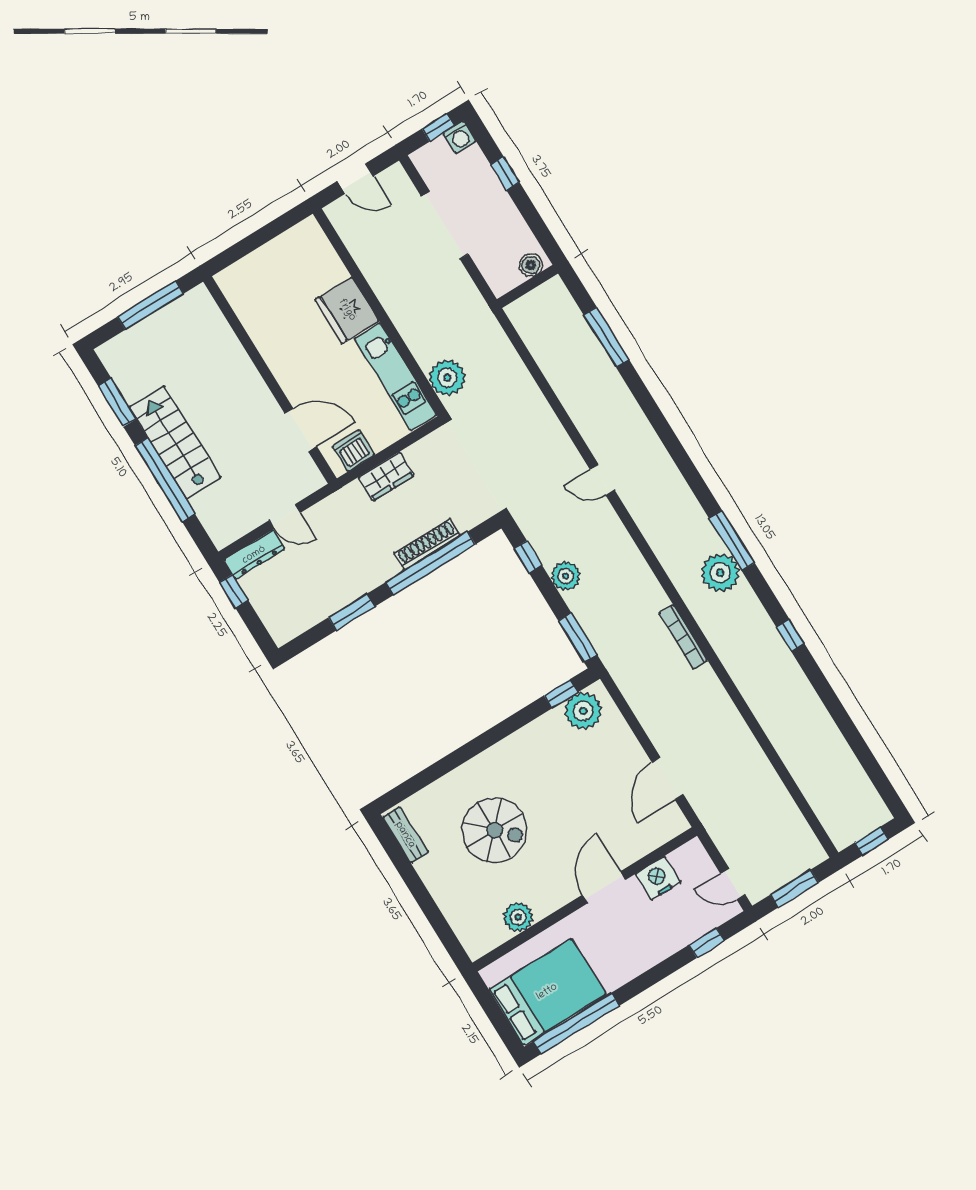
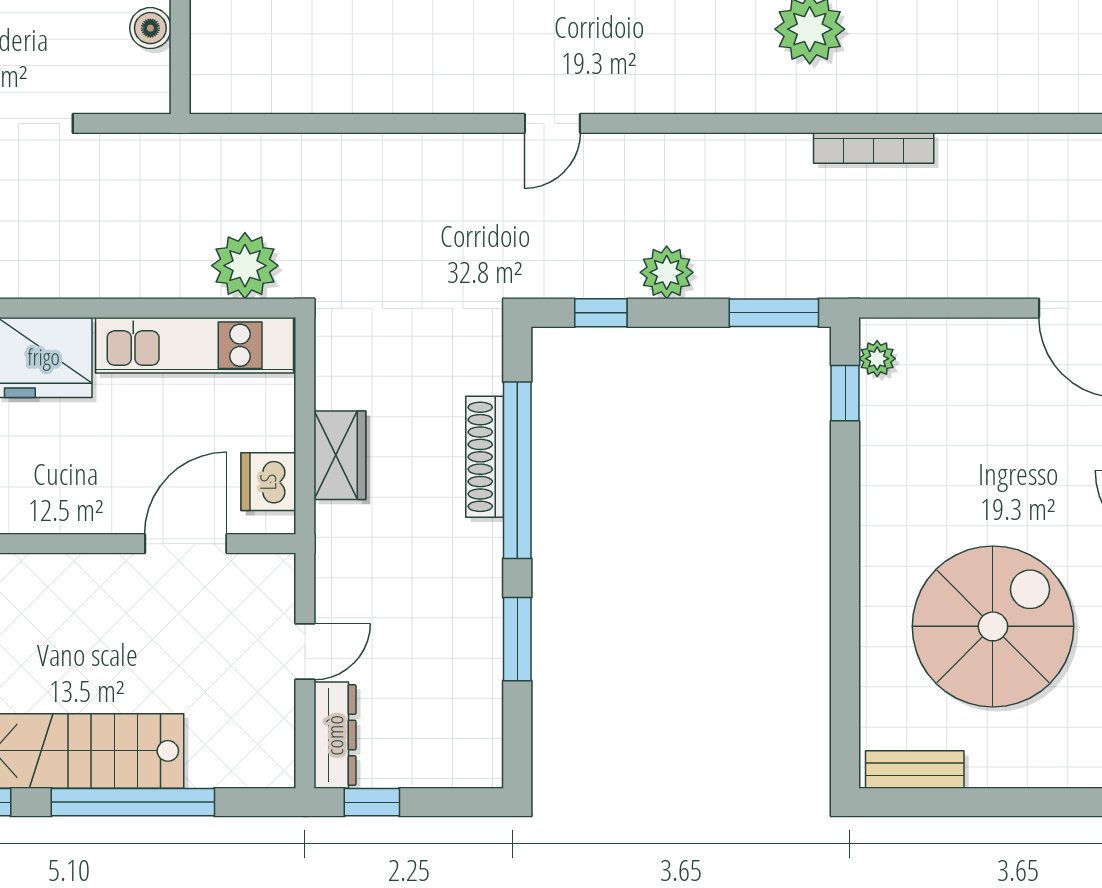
plant: (583, 711) -> (877, 359), width x0.53, depth x0.53
spiral stairs: (495, 830) -> (993, 626), width x1.37, depth x1.37

